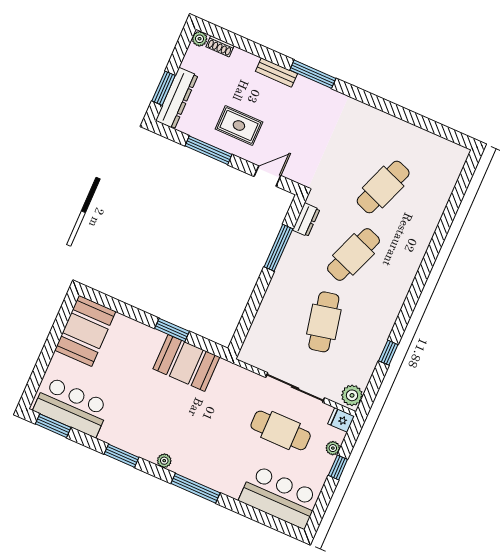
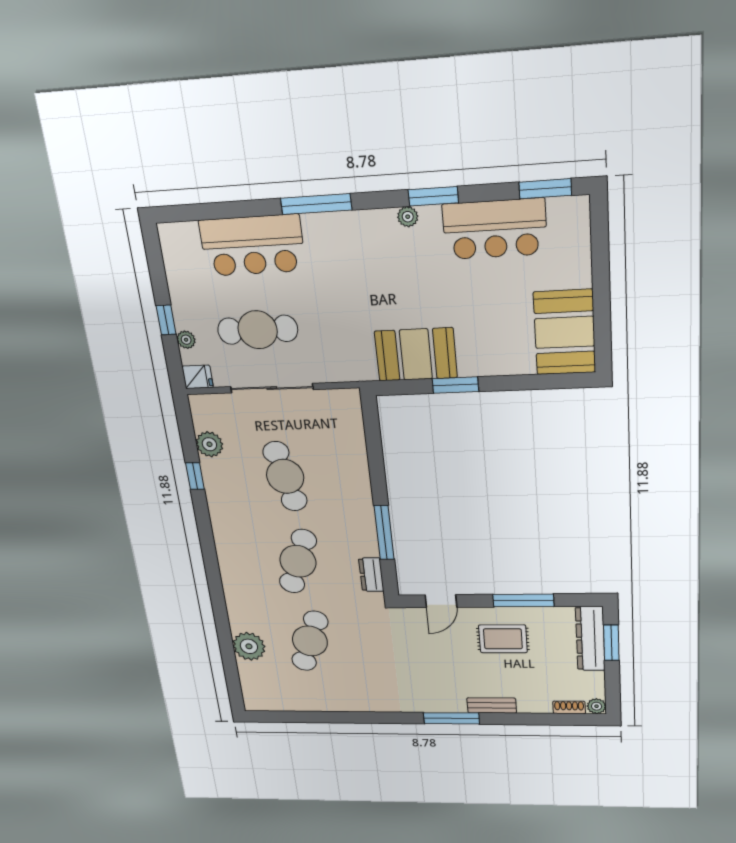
plant: (433, 203) -> (249, 646), added
plant: (352, 395) -> (209, 444), moved
bar counter: (72, 407) -> (495, 229), moved
plant: (164, 461) -> (408, 217), moved
bar counter: (279, 497) -> (252, 245), moved

